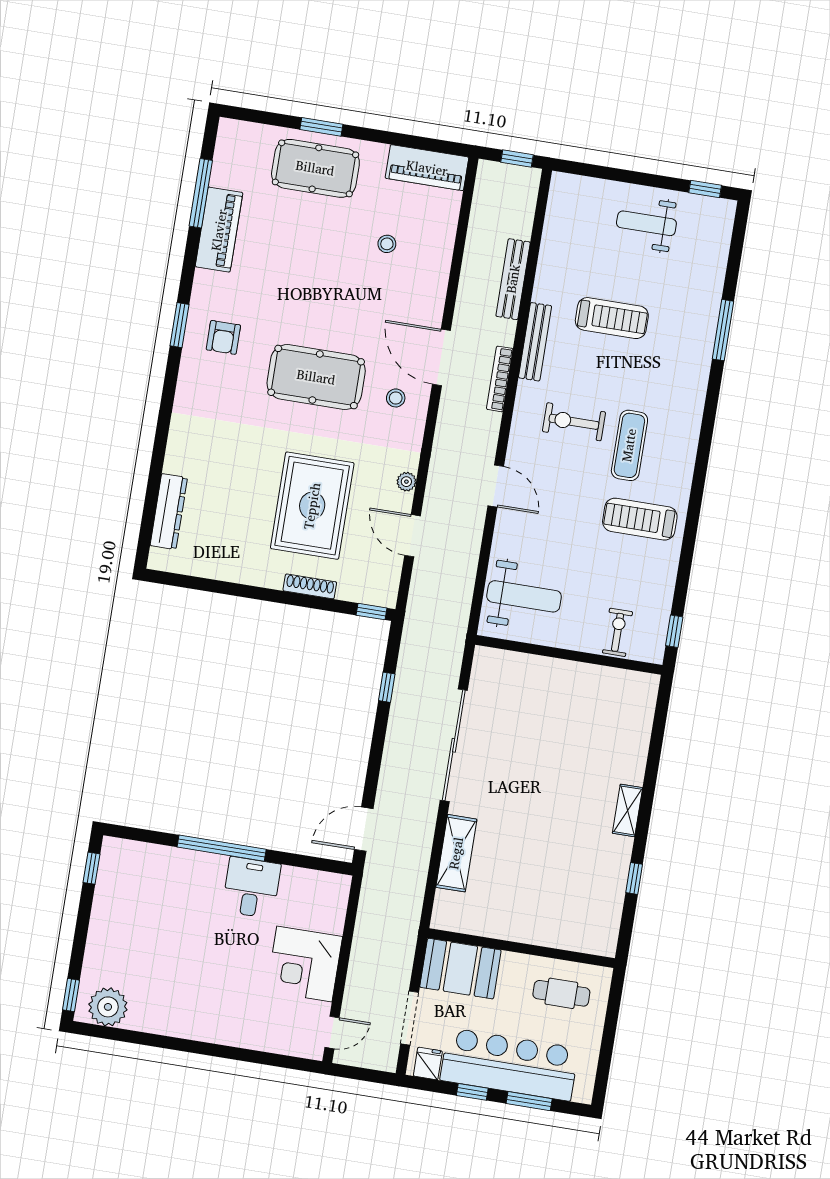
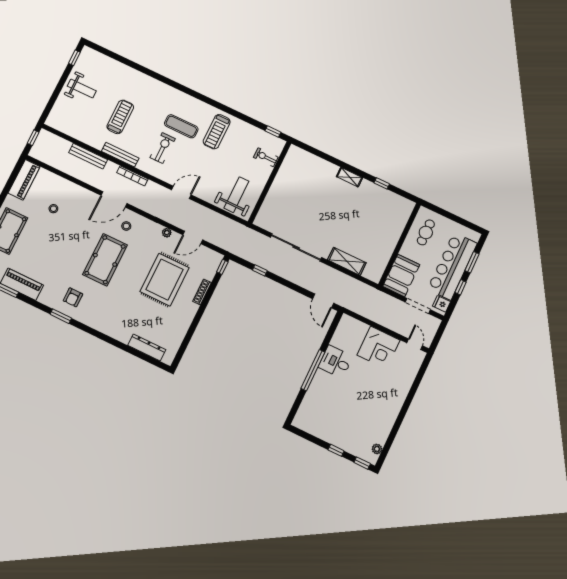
weight bench: (646, 223) -> (82, 88), turned -90
window: (723, 330) -> (141, 69), removed
armchair: (223, 337) -> (73, 297), turned 90
exercise bike: (574, 422) -> (163, 148), turned 180
rug: (312, 506) -> (165, 280), turned 90
window: (91, 868) -> (336, 450), moved
plant: (108, 1007) -> (377, 449), width x0.53, depth x0.53

